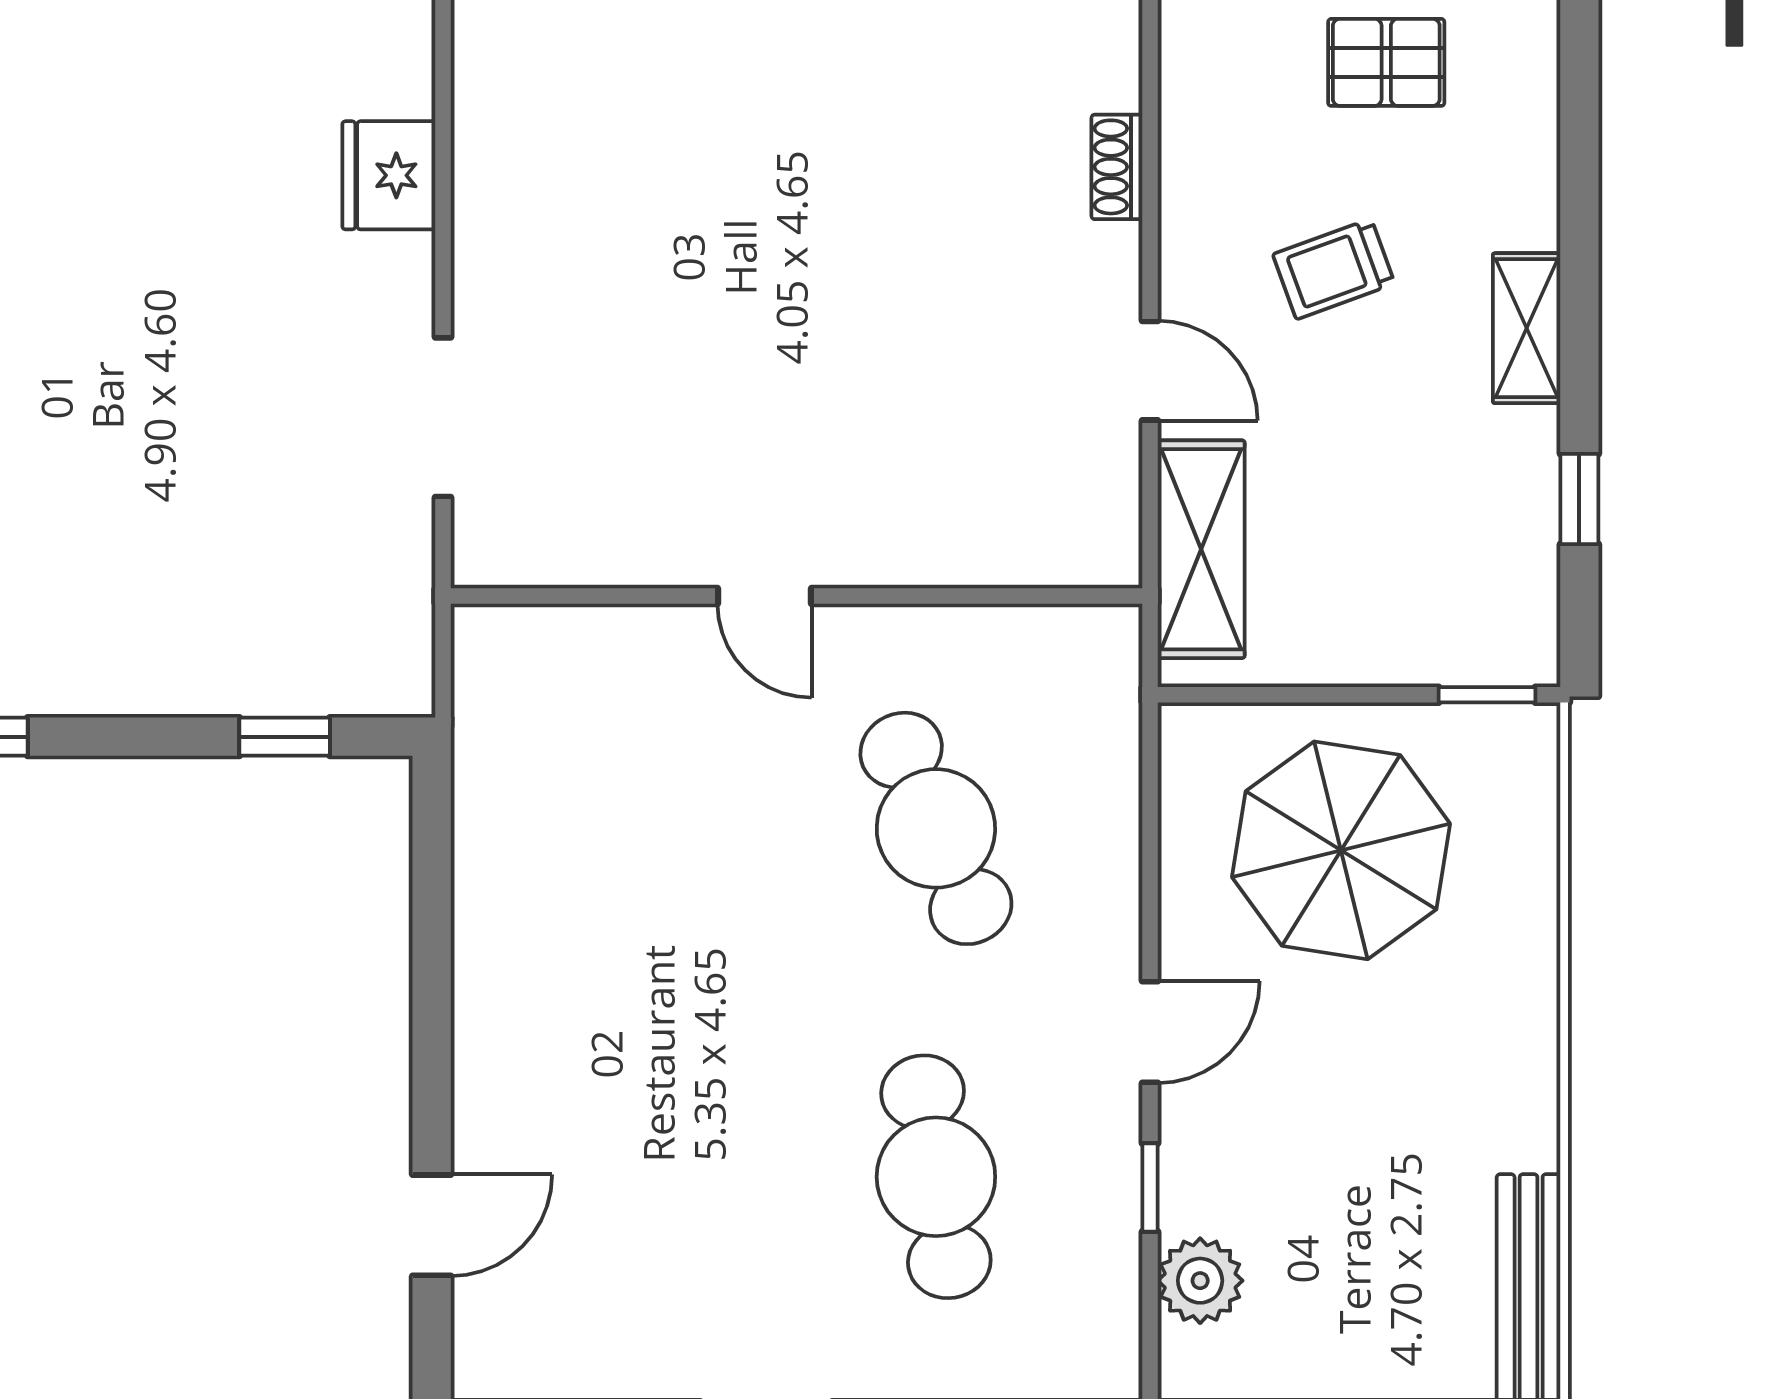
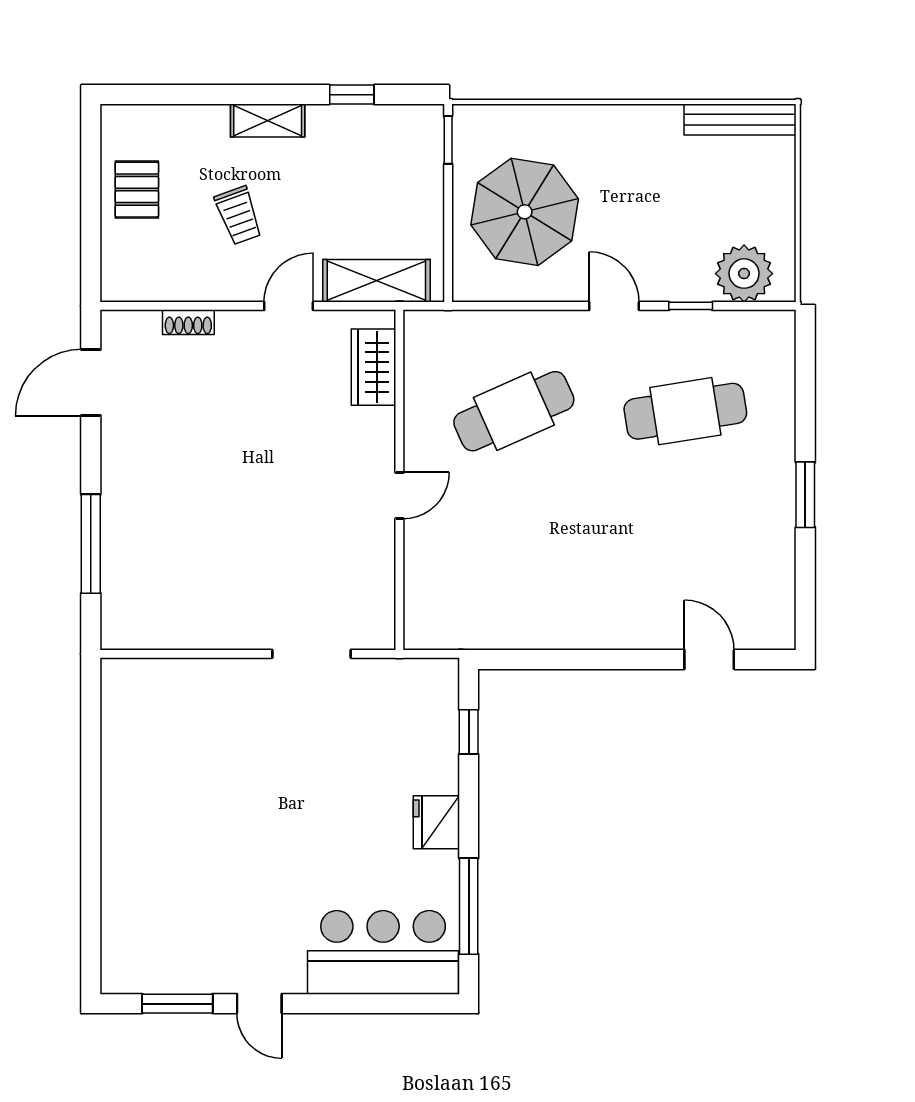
fridge: (389, 175) -> (436, 822), moved, turned 90
wardrobe: (1025, 543) -> (373, 367), added
plant: (1200, 1281) -> (744, 274), width x1.36, depth x1.36

